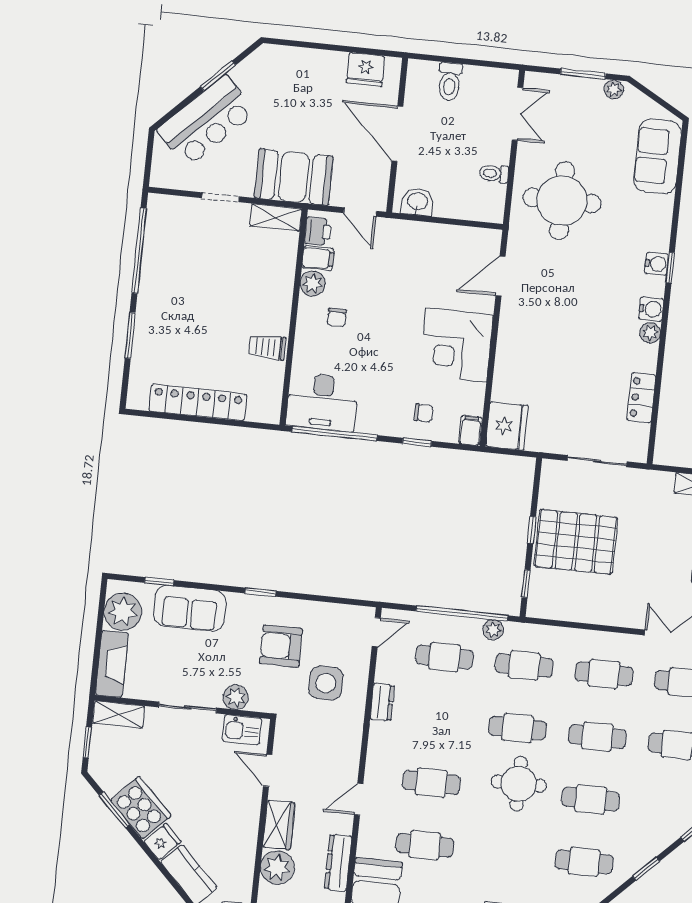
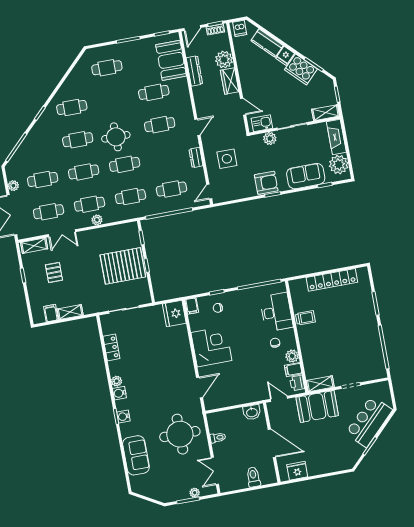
plant: (614, 89) -> (195, 493), moved
sofa: (658, 156) -> (136, 455), moved
desk: (322, 402) -> (276, 312), moved, turned 90
plant: (493, 630) -> (97, 220), moved
armchair: (281, 646) -> (266, 183), moved
door: (359, 799) -> (197, 127), moved

